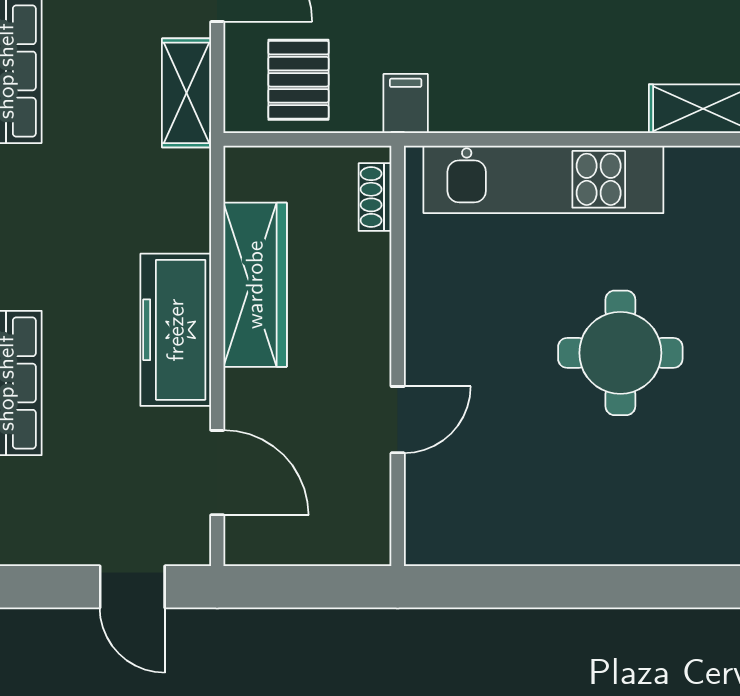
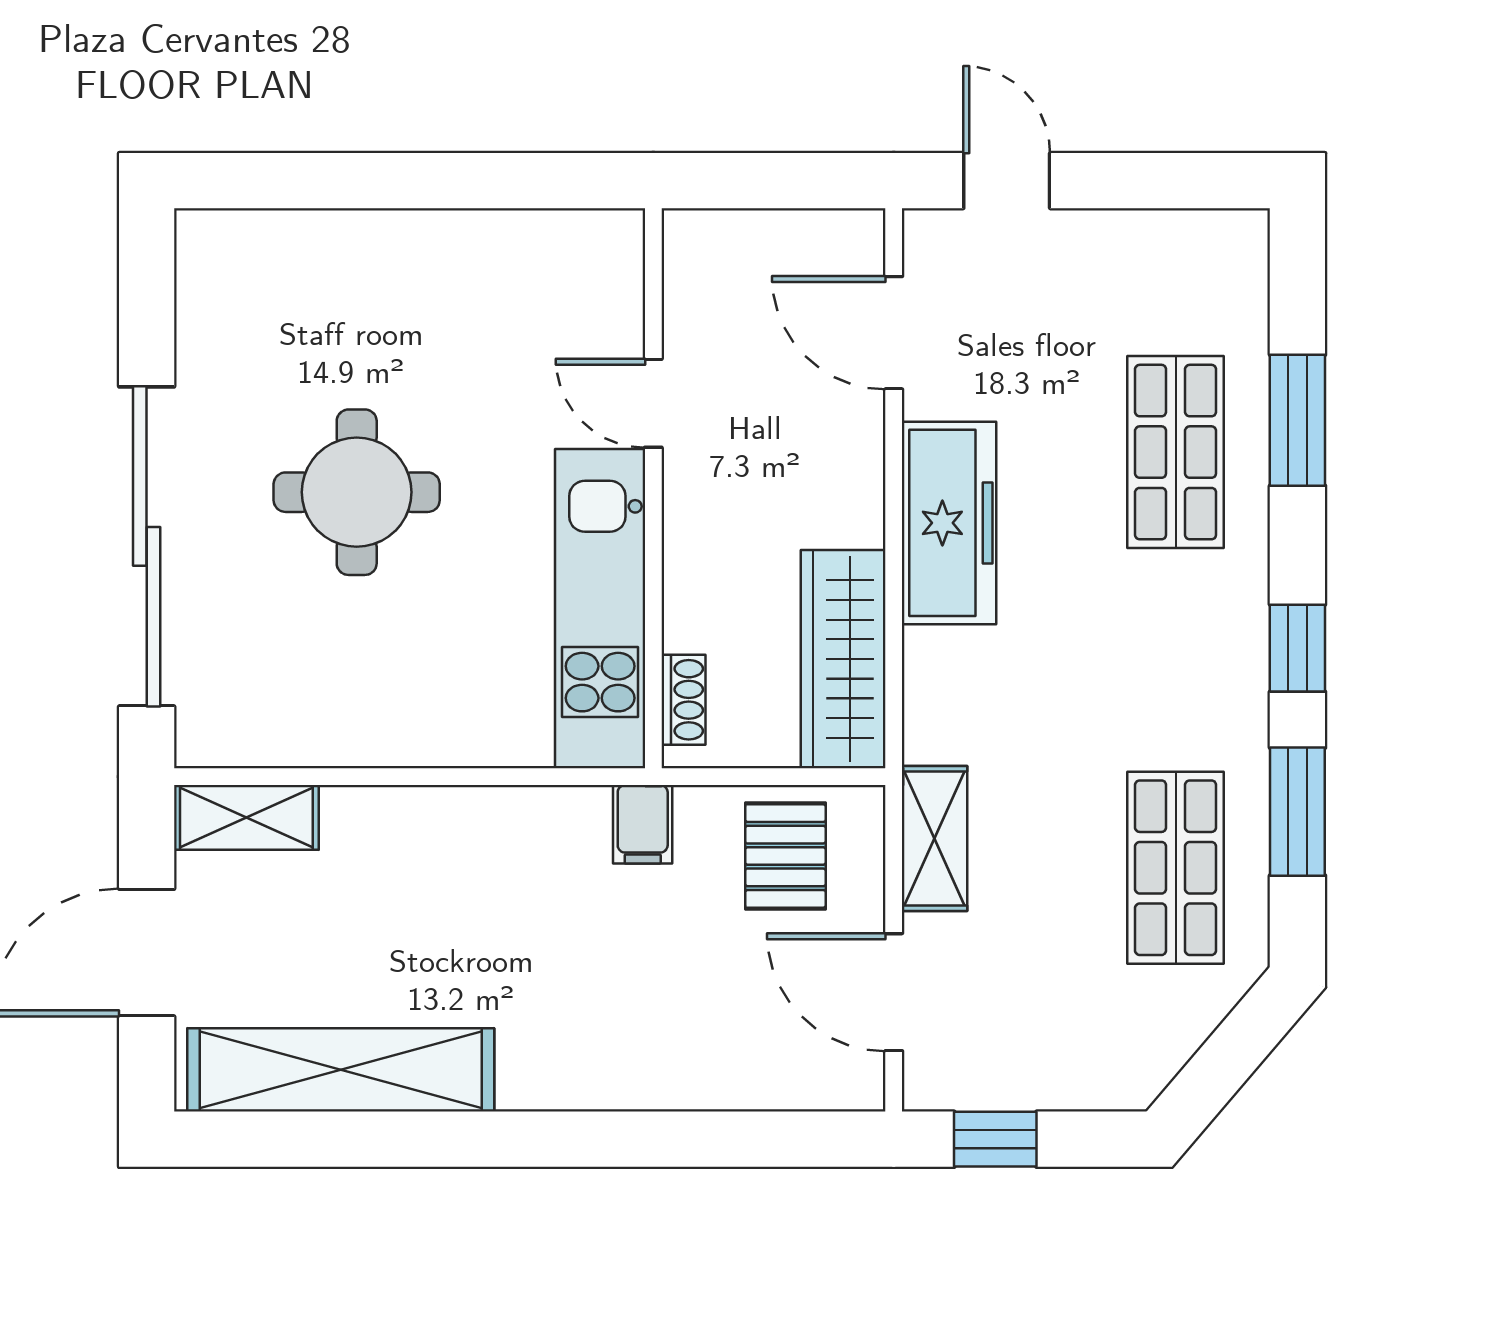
kitchen unit: (543, 179) -> (600, 609), moved, turned -90
wardrobe: (255, 285) -> (843, 659), moved
door: (398, 420) -> (653, 403), hinge flipped

